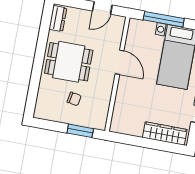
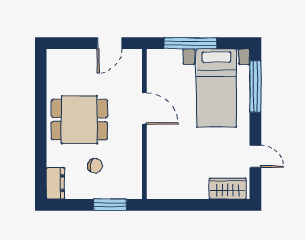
dresser: (58, 19) -> (55, 183), moved
wardrobe: (165, 134) -> (228, 189), width x0.67

